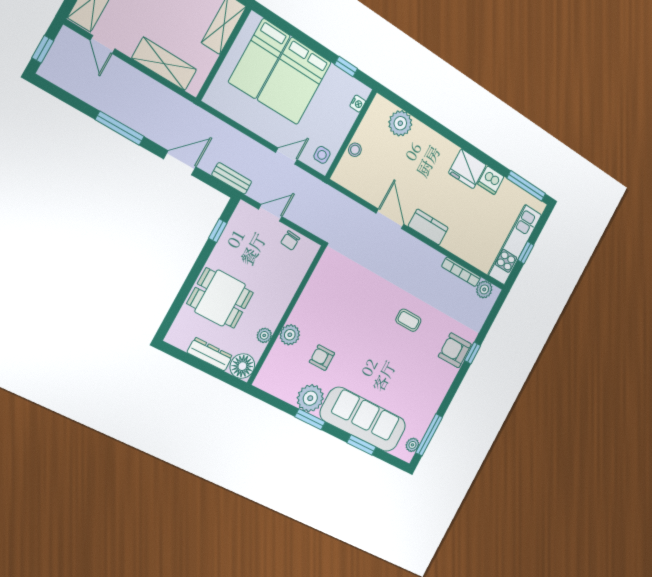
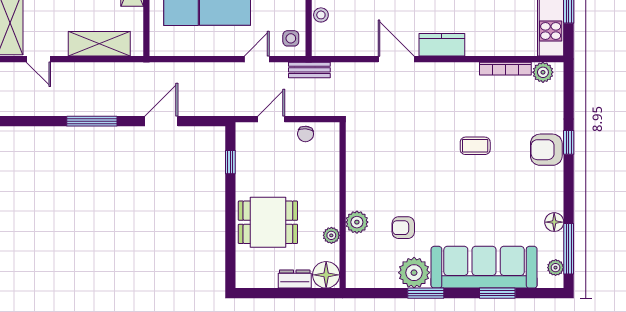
bench: (232, 178) -> (309, 70), moved
dresser: (210, 354) -> (295, 279), width x0.70
floor lamp: (430, 409) -> (554, 222), added

